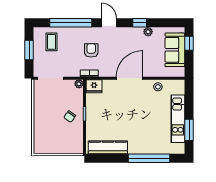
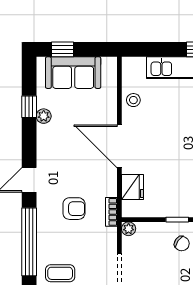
window: (140, 23) -> (29, 107), moved
armchair: (91, 50) -> (74, 209), turned 180
fridge: (94, 86) -> (132, 187), moved

